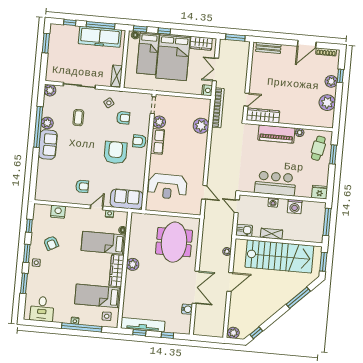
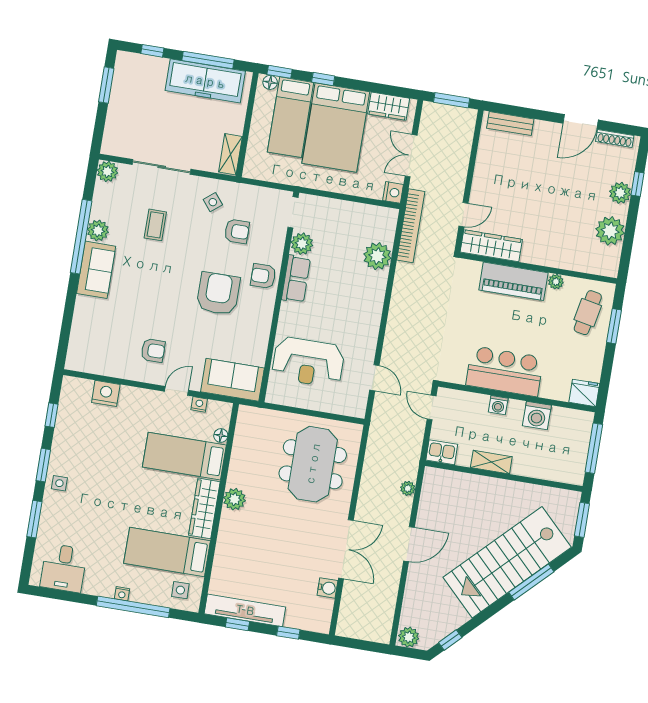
armchair: (51, 243) -> (89, 449), removed
stairs: (279, 256) -> (507, 562), moved, turned 135

